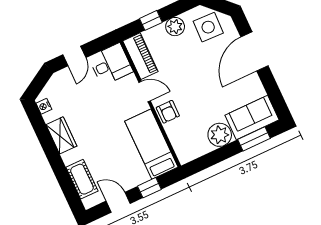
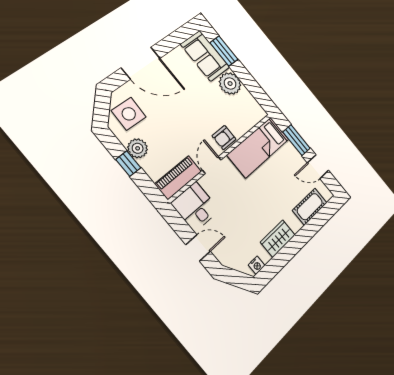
window: (151, 20) -> (128, 164), moved
armchair: (168, 112) -> (224, 138), turned 180
window: (149, 188) -> (296, 140), width x1.50
door: (118, 202) -> (318, 167), hinge flipped

